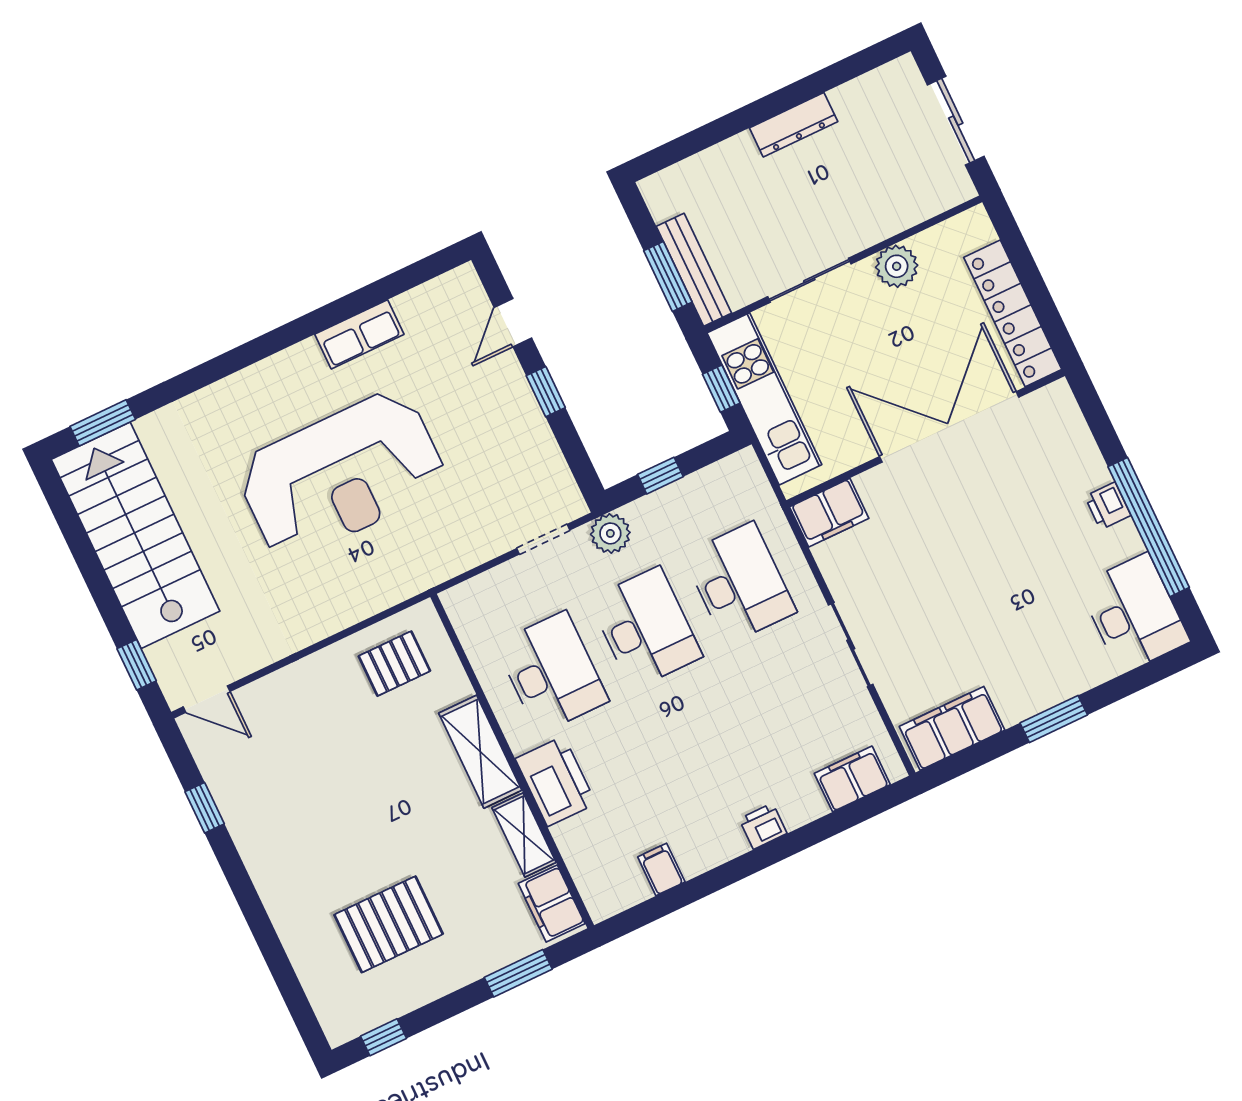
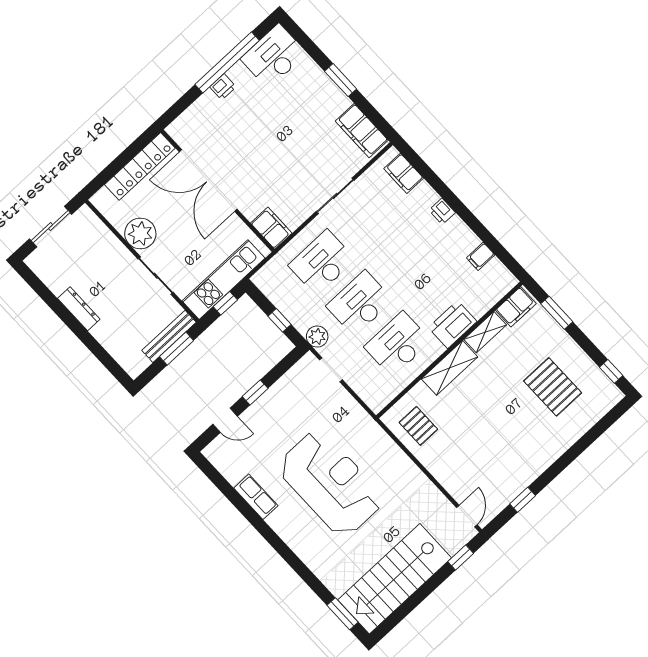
plant: (897, 266) -> (140, 234), width x1.36, depth x1.36

